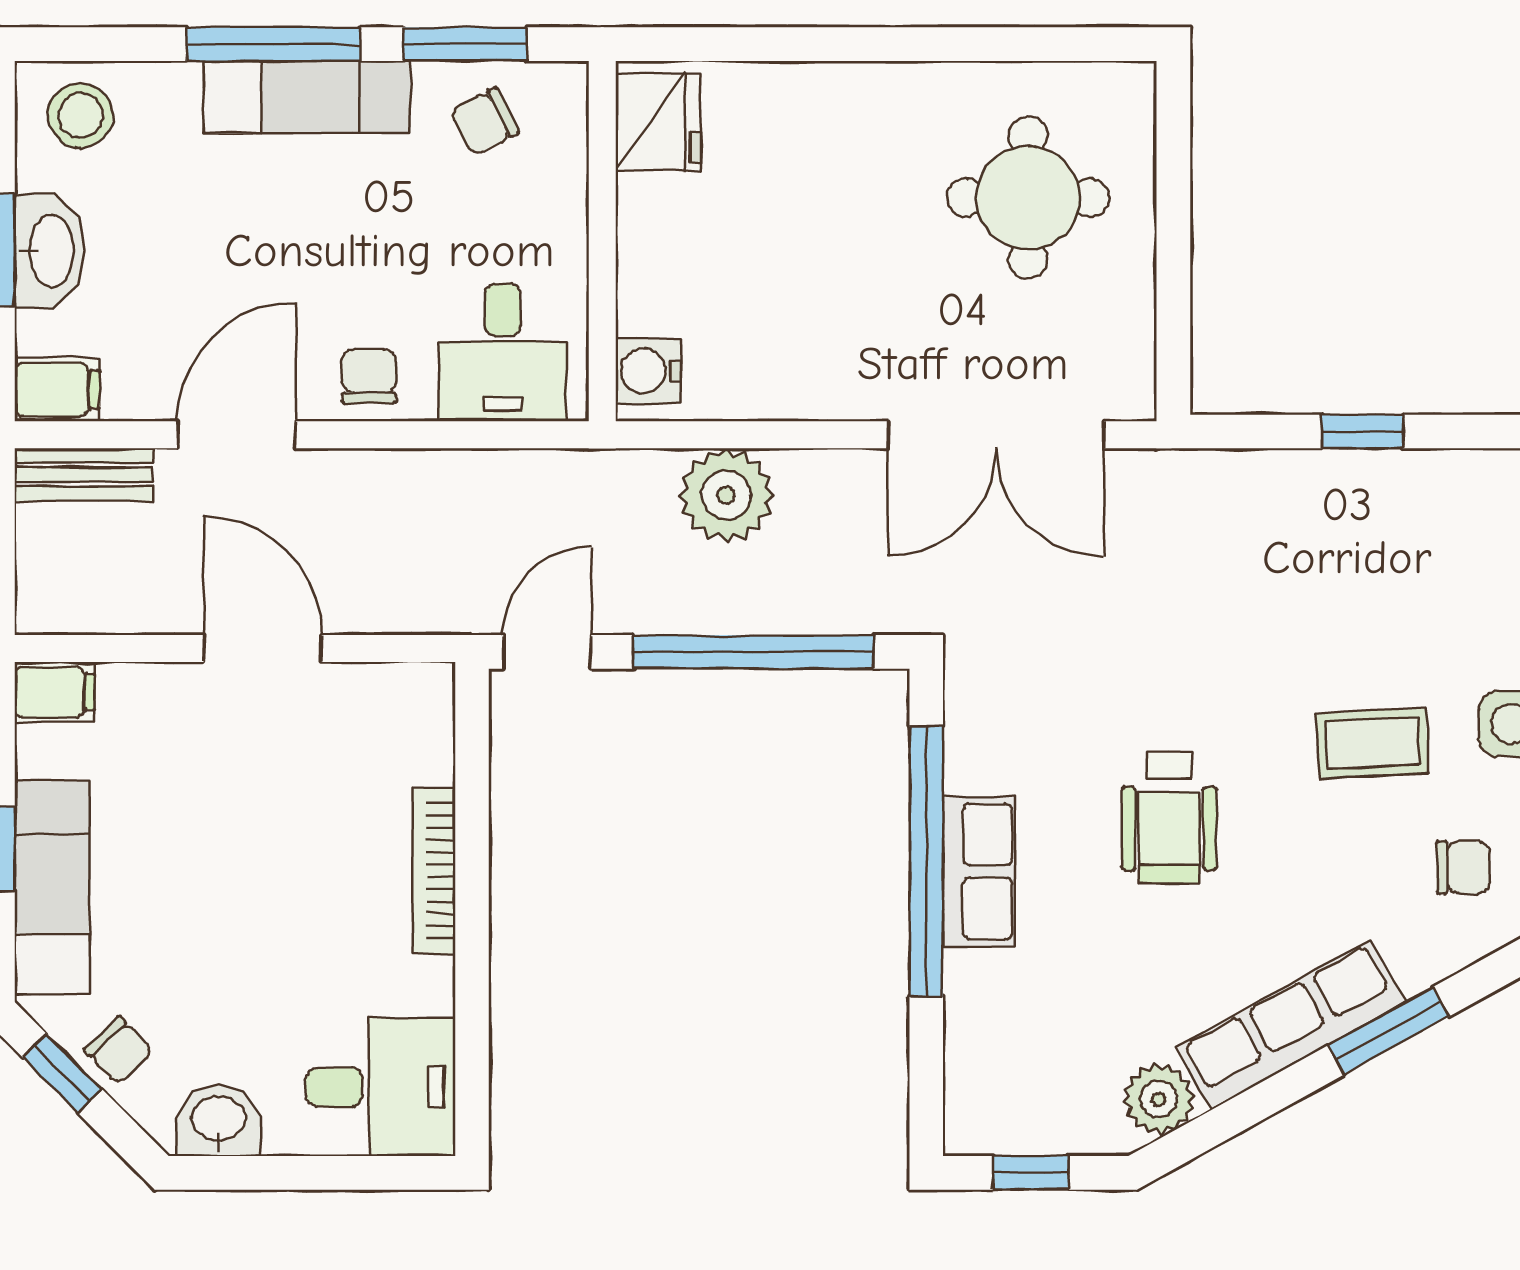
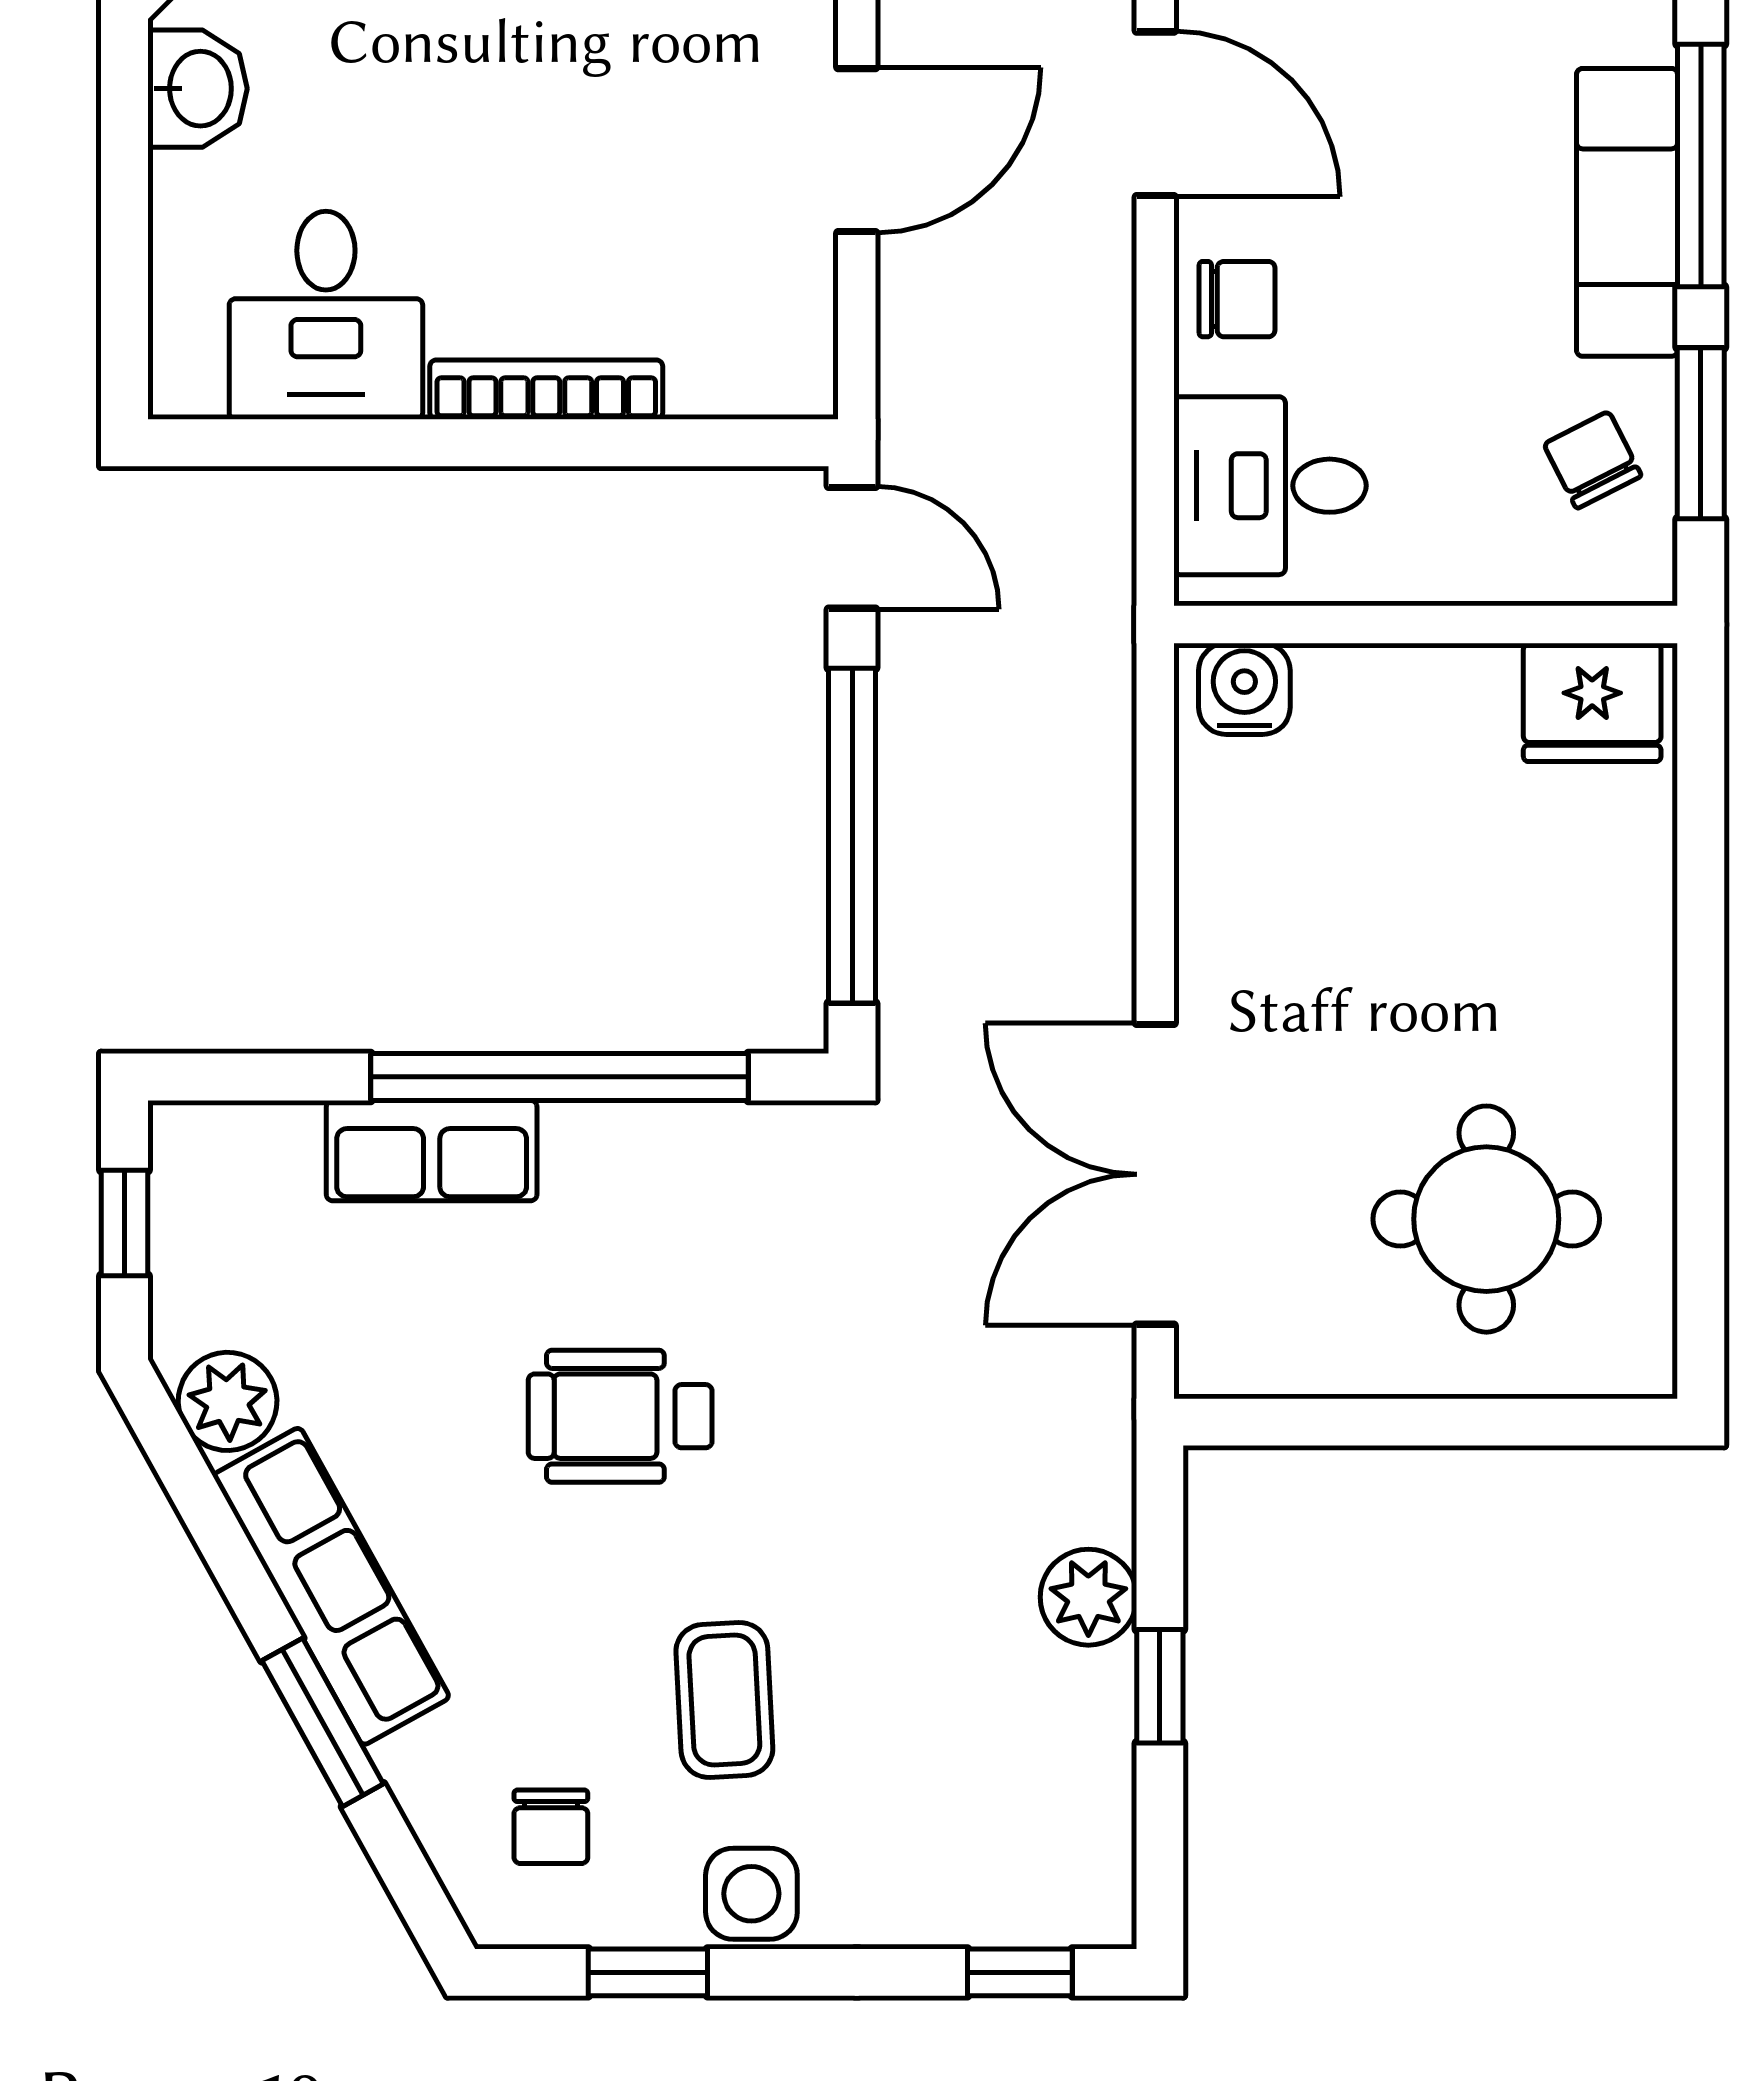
plant: (726, 495) -> (1088, 1597), moved, width x0.73, depth x0.73
row of seats: (979, 871) -> (432, 1151), moved
desk: (381, 1087) -> (326, 315), moved

